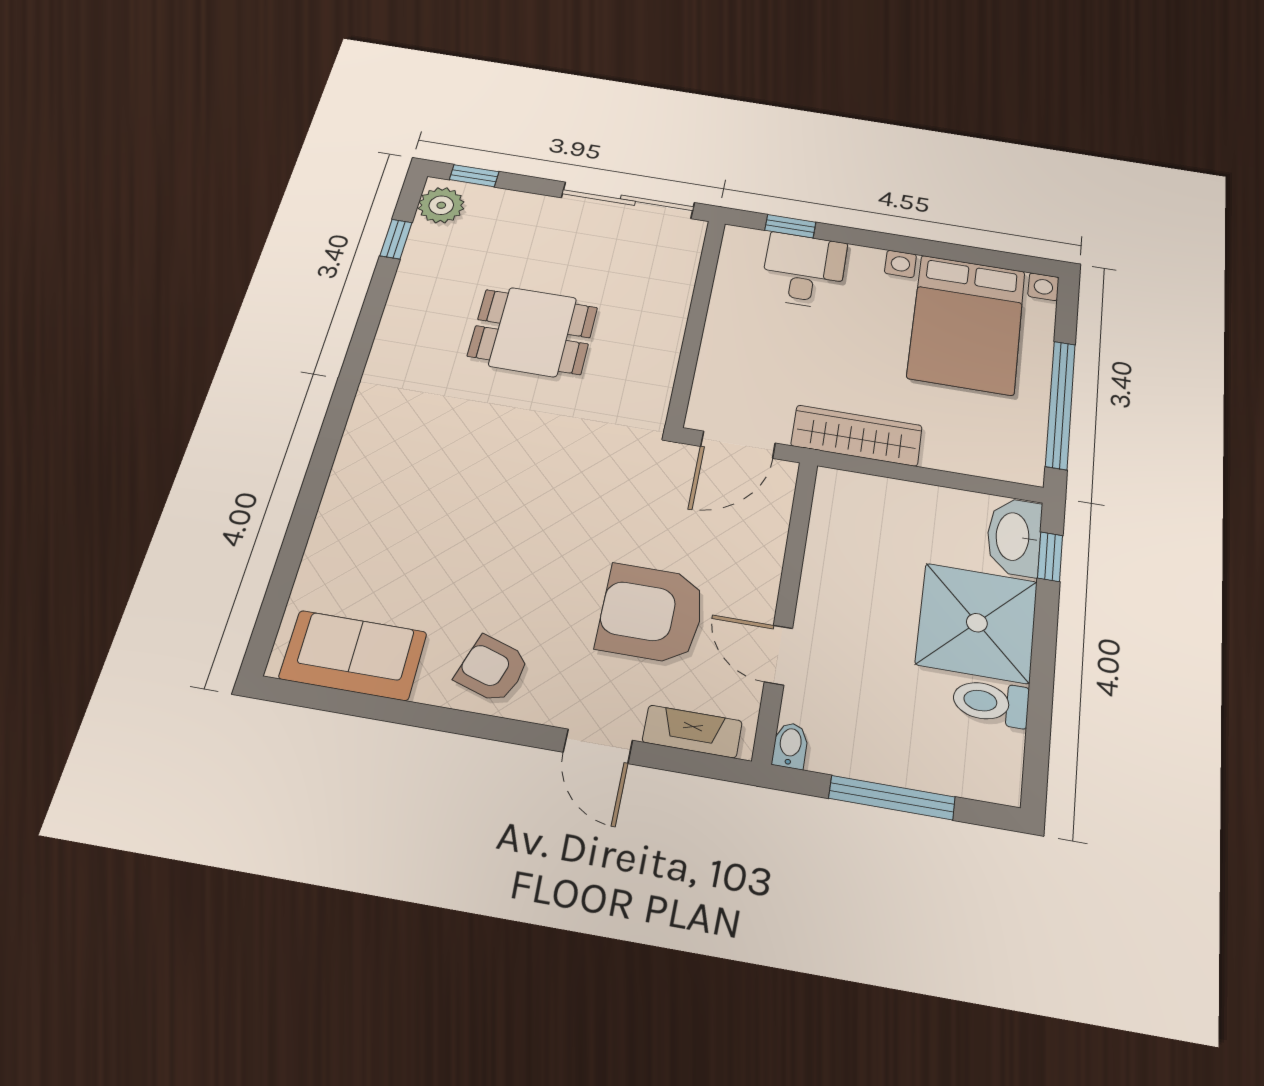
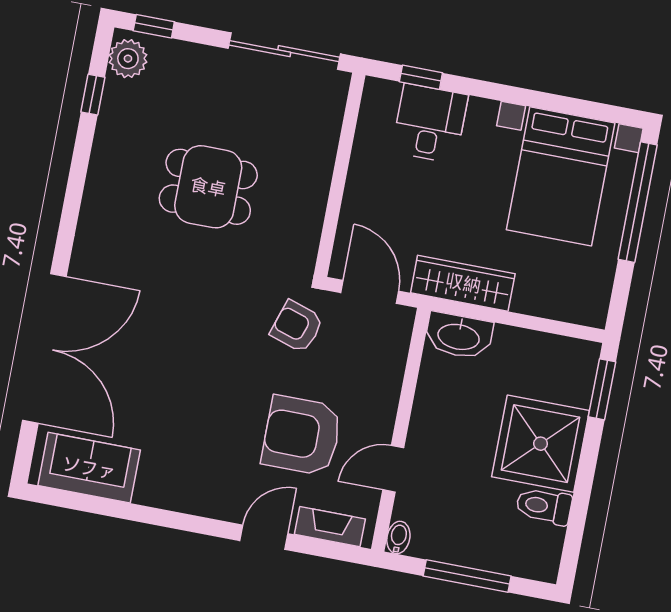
window: (1060, 404) -> (638, 202), moved
door: (738, 445) -> (370, 292), swing flipped
double door: (306, 508) -> (44, 348), added
washbasin: (1014, 537) -> (459, 336), moved, turned -90
window: (1050, 557) -> (602, 389), width x1.50
door: (778, 655) -> (393, 469), hinge flipped
armchair: (492, 669) -> (297, 326), moved
door: (598, 746) -> (264, 537), swing flipped

